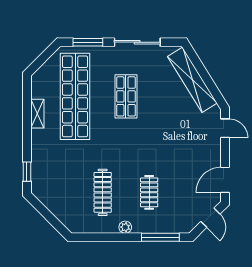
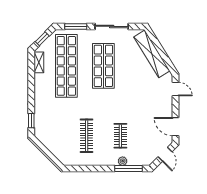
window: (42, 59) -> (42, 39), added
shop shelf: (126, 96) -> (103, 66), width x1.43, depth x1.36
shelving: (37, 114) -> (39, 62), moved
door: (225, 180) -> (176, 127), hinge flipped
plant: (125, 227) -> (123, 161), moved

